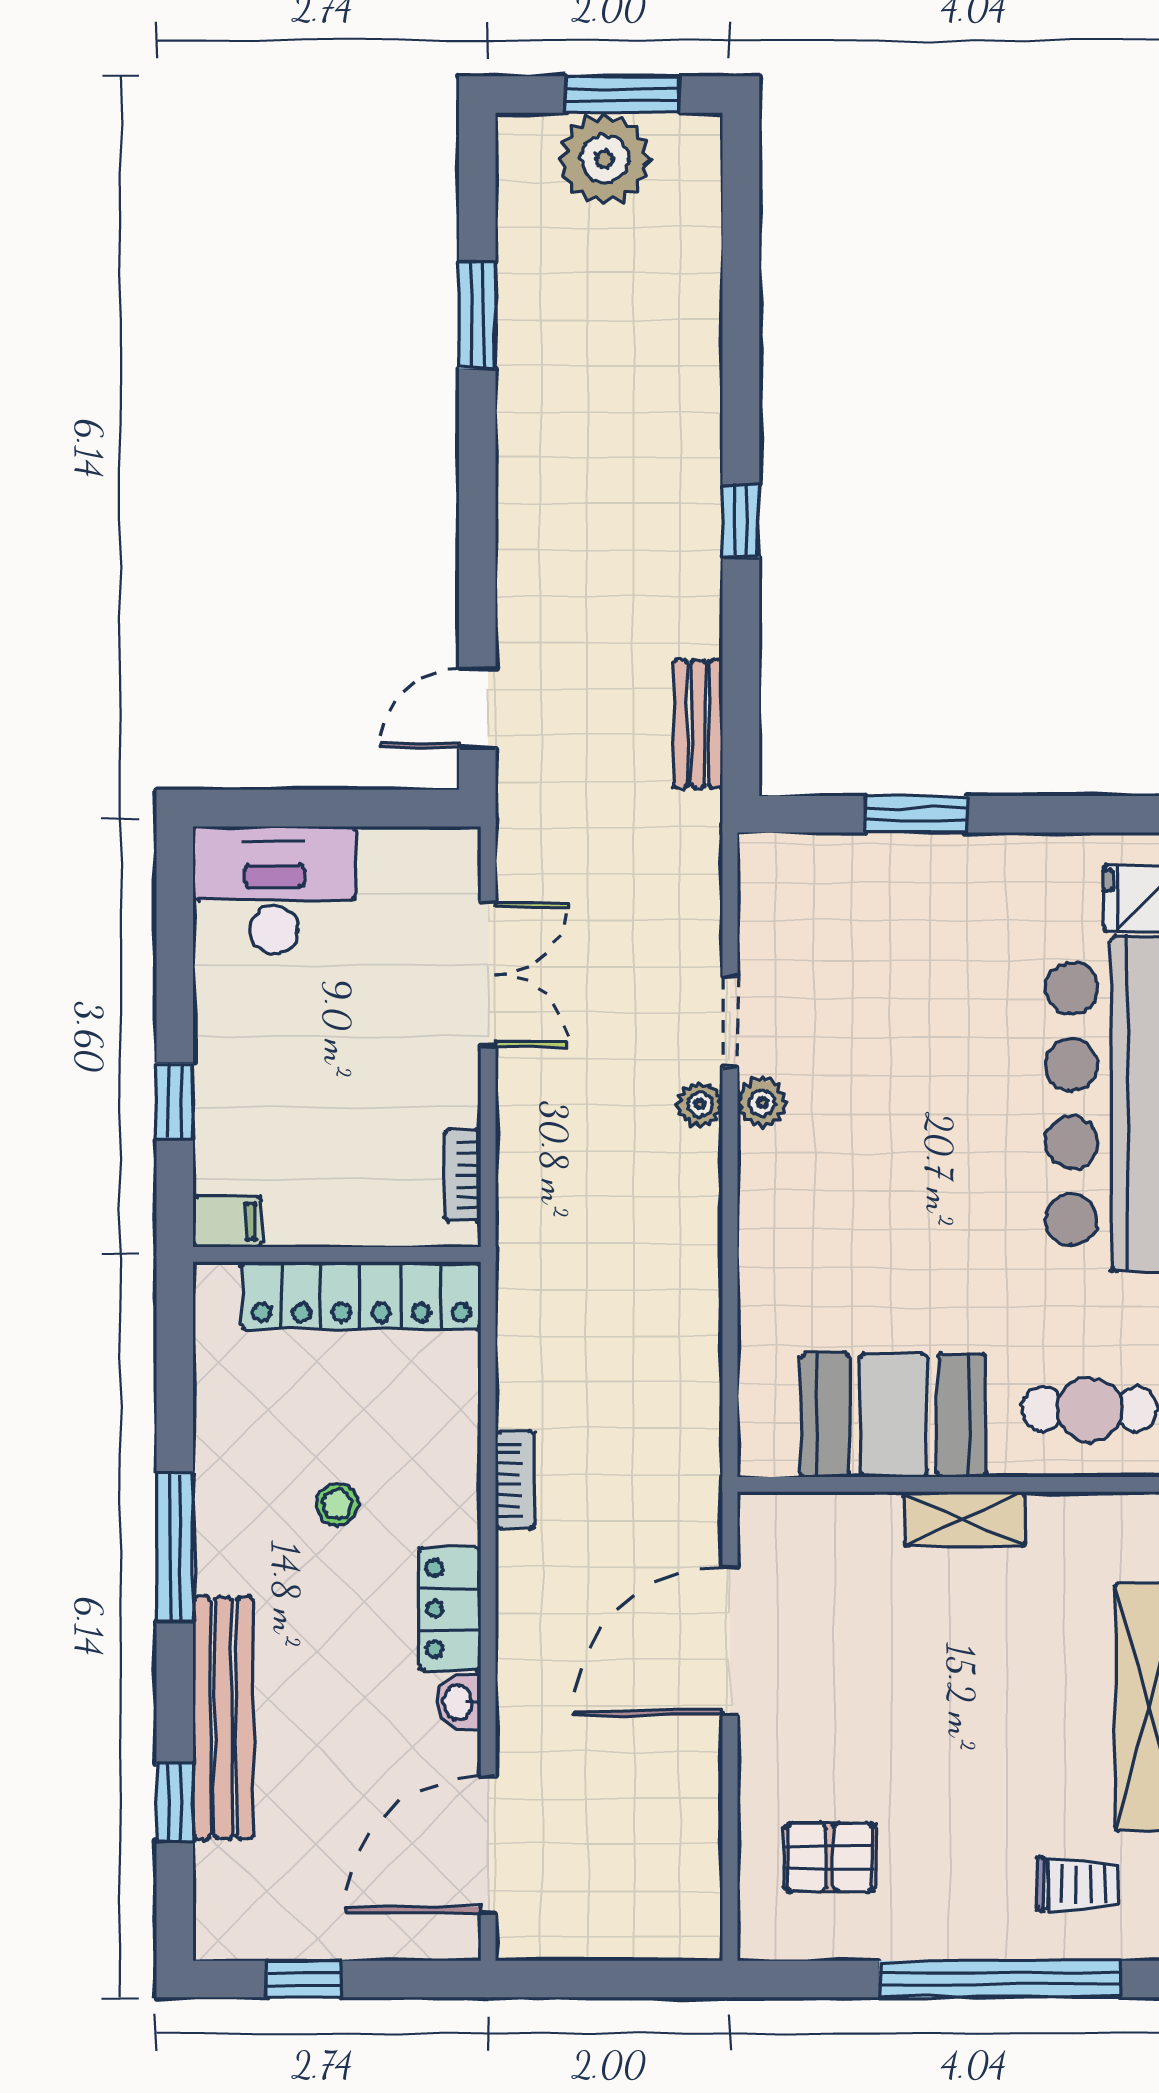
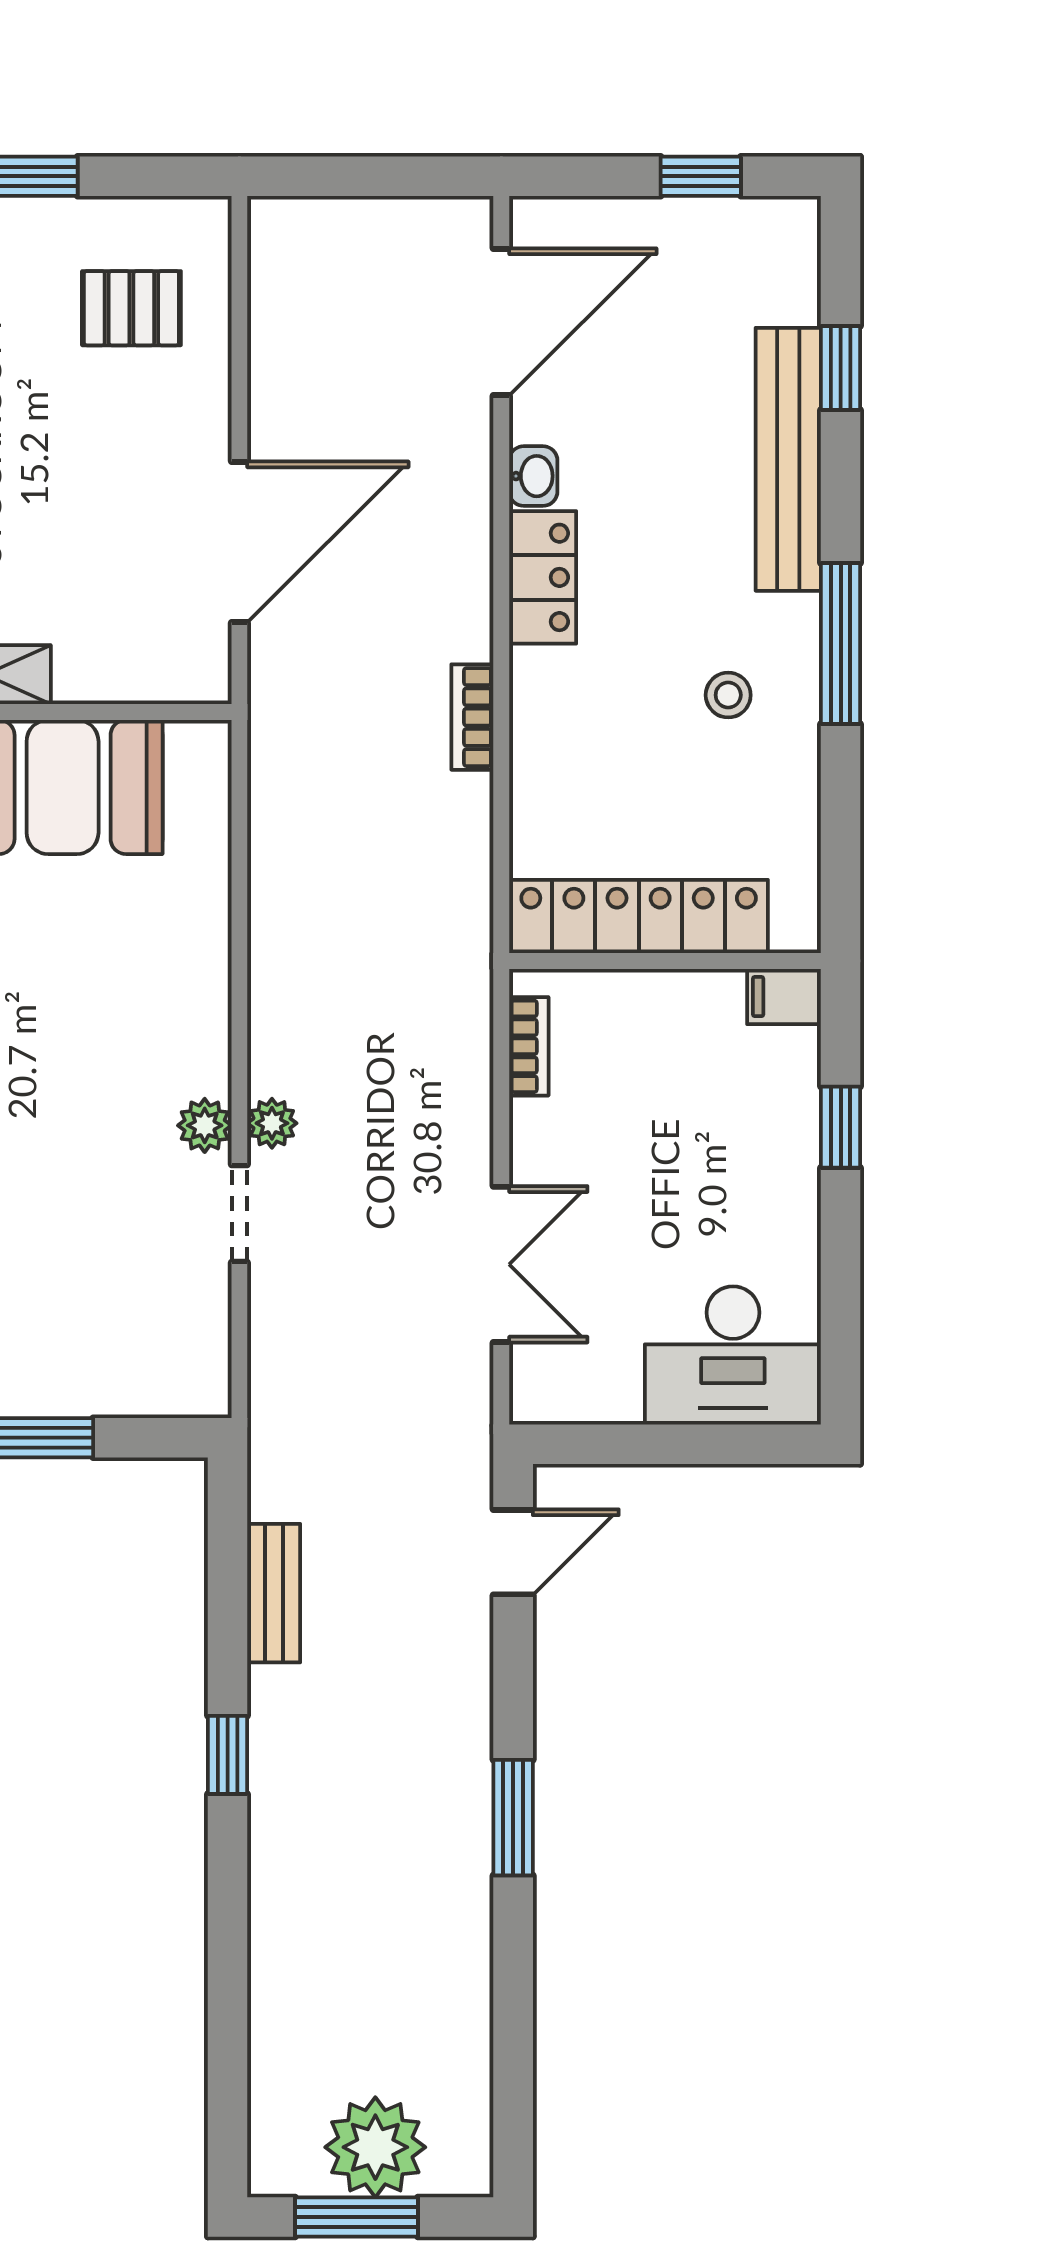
window: (477, 315) -> (513, 1818), moved
bench: (698, 724) -> (274, 1593), moved
double door: (488, 974) -> (501, 1264), swing flipped
stool: (337, 1504) -> (728, 695), moved

